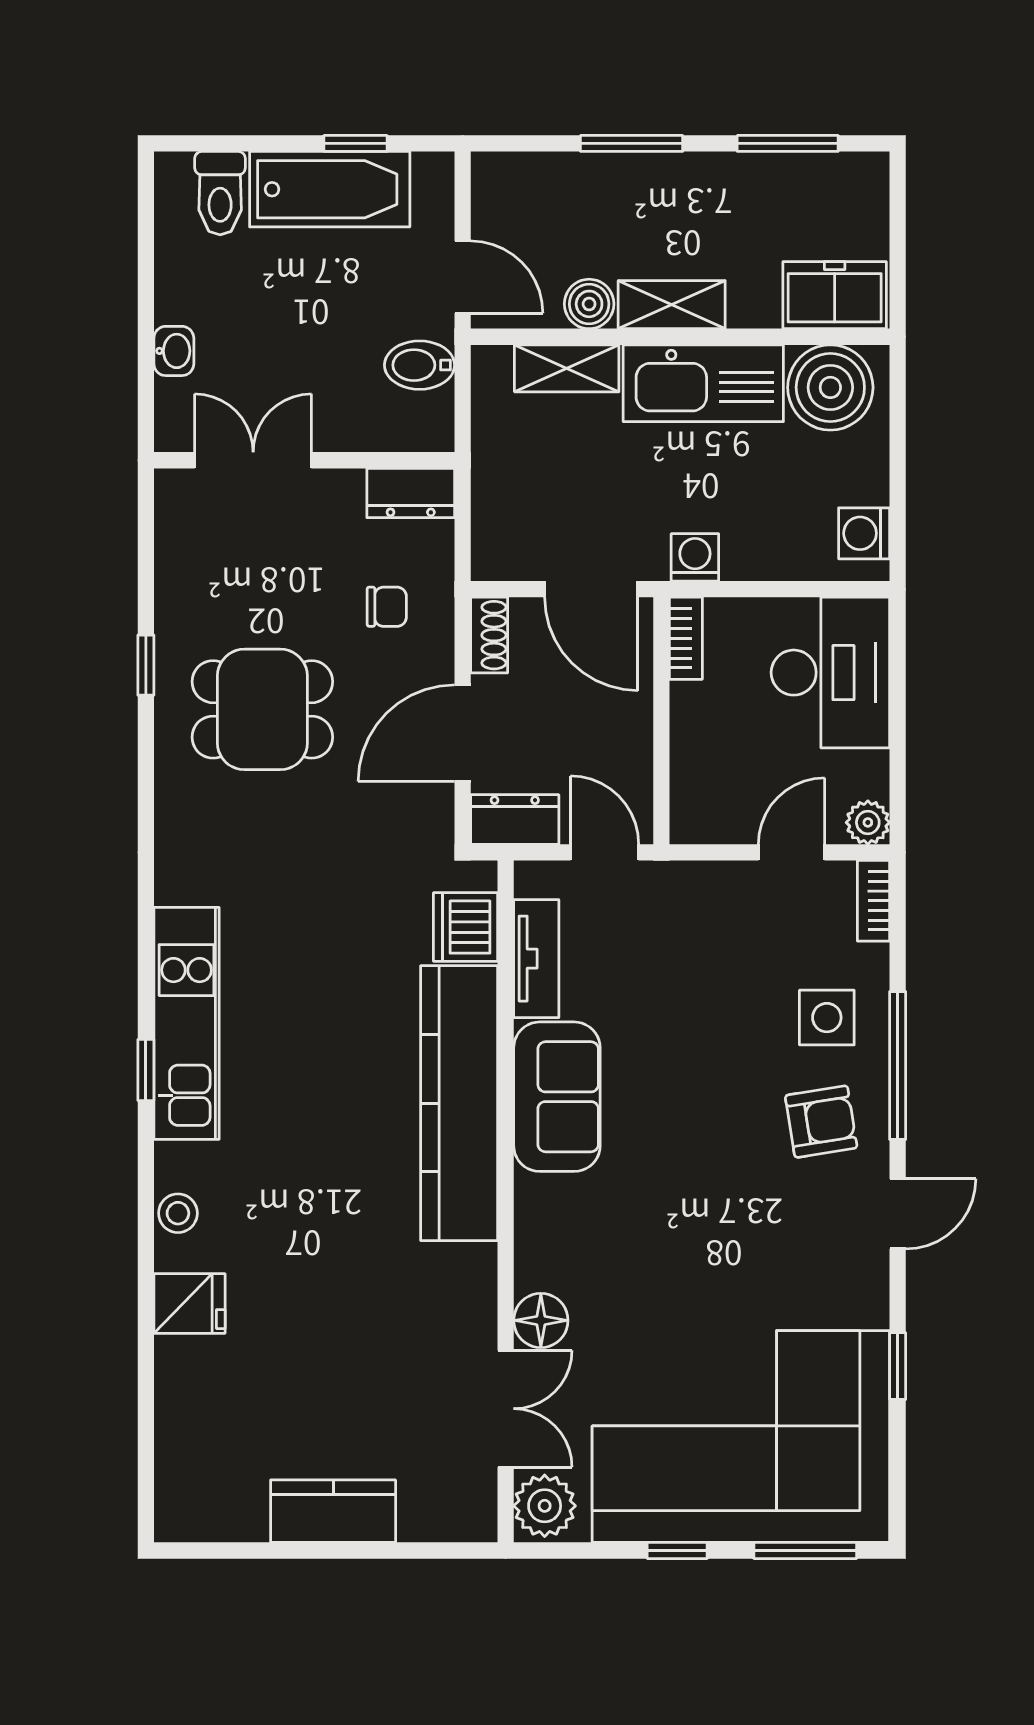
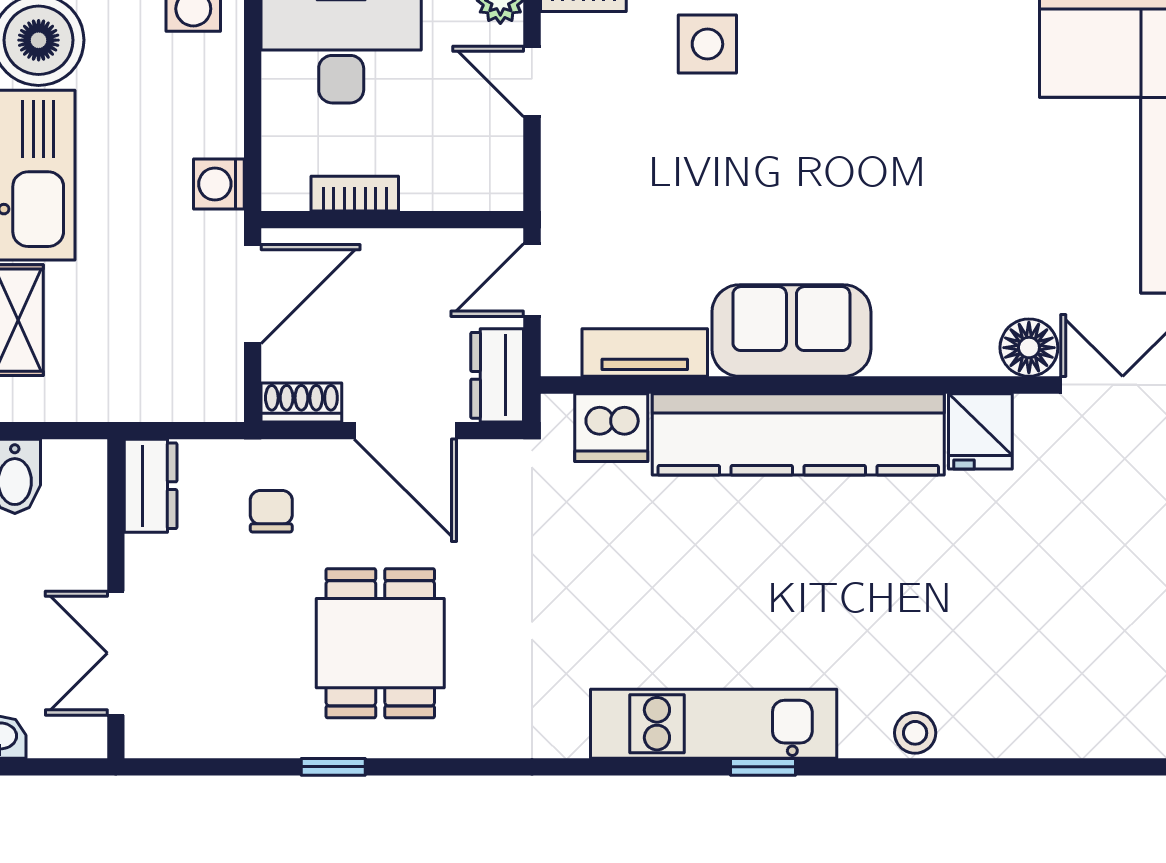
bookcase: (686, 638) -> (355, 194), moved
armchair: (821, 1122) -> (818, 50), removed
fridge: (189, 1304) -> (980, 431), moved, turned 180

